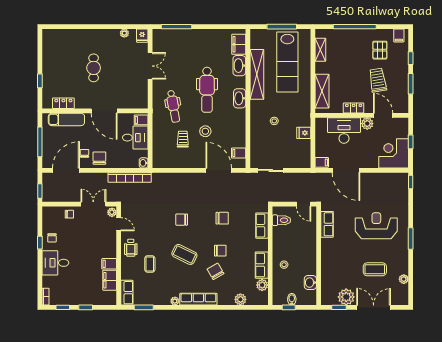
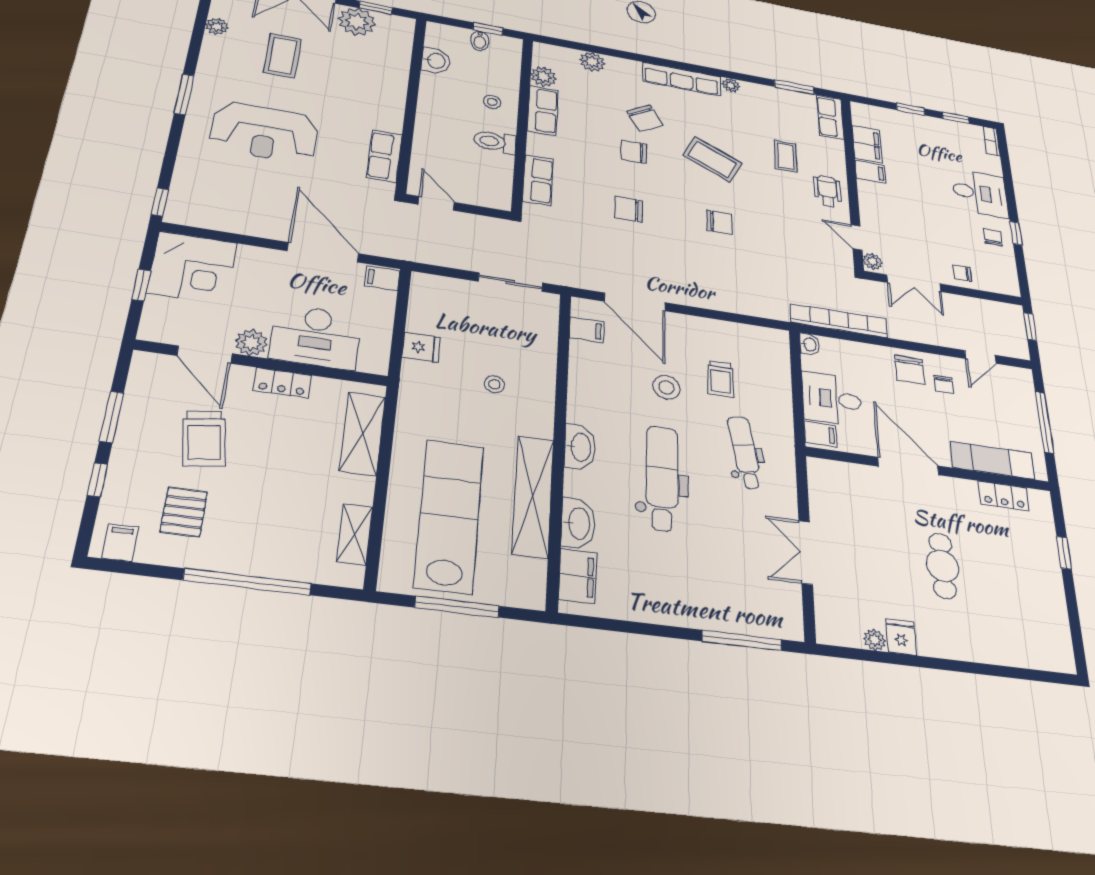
fridge: (142, 36) -> (901, 637), moved
door: (66, 170) -> (980, 357), width x0.53
toilet: (281, 220) -> (495, 142), moved
coffee table: (375, 269) -> (283, 56), turned 90

